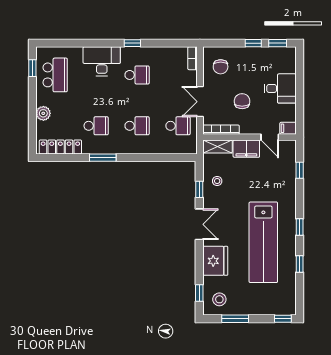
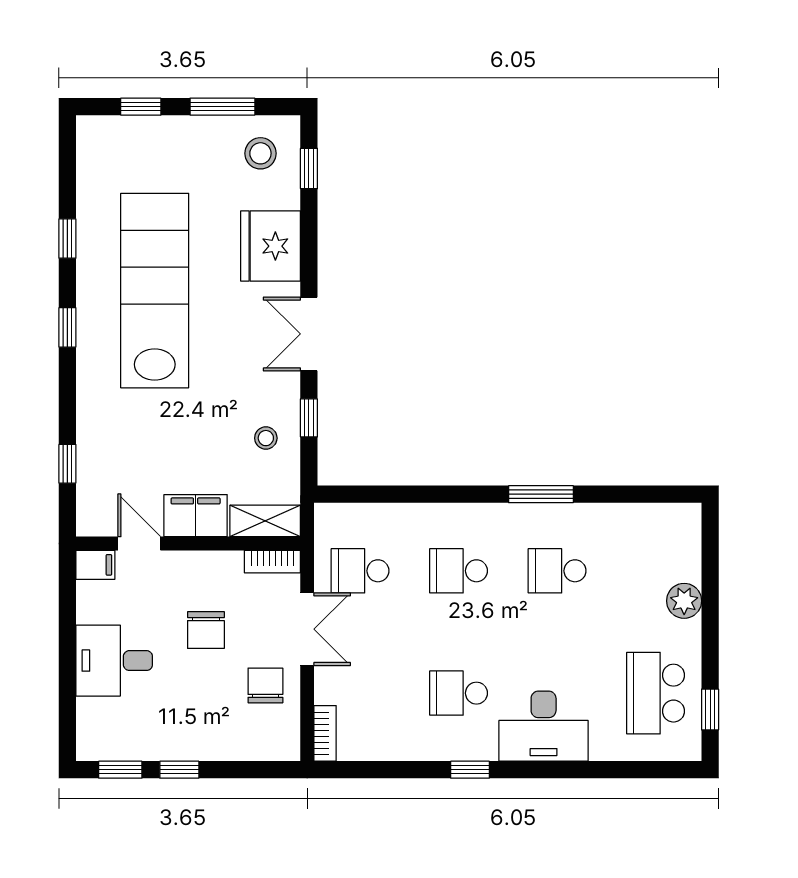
chair: (221, 67) -> (265, 685), moved
bookcase: (221, 130) -> (272, 562), width x0.64
locker: (60, 147) -> (643, 520), removed
window: (283, 319) -> (141, 107), moved

